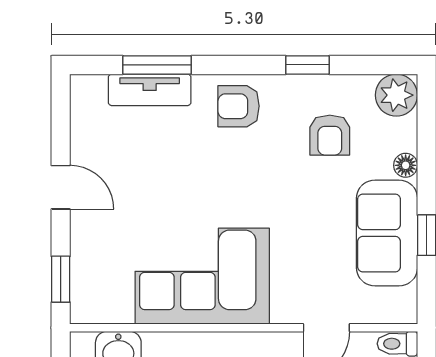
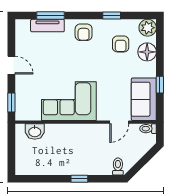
armchair: (239, 106) -> (84, 32), turned -90
floor lamp: (406, 165) -> (147, 52), width x1.89, depth x1.89
sofa: (387, 233) -> (144, 99), moved

